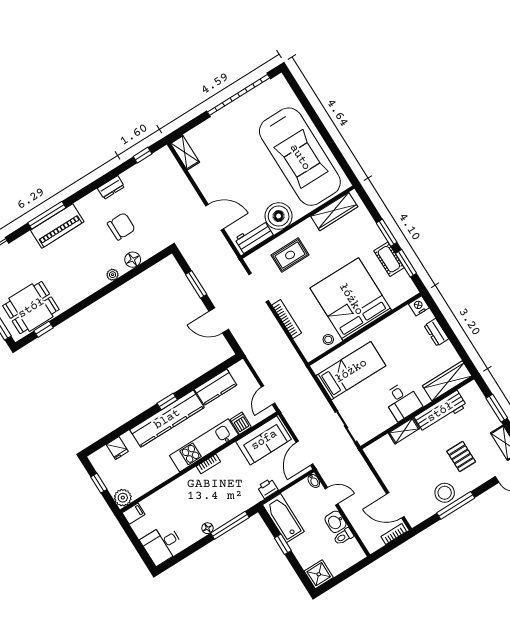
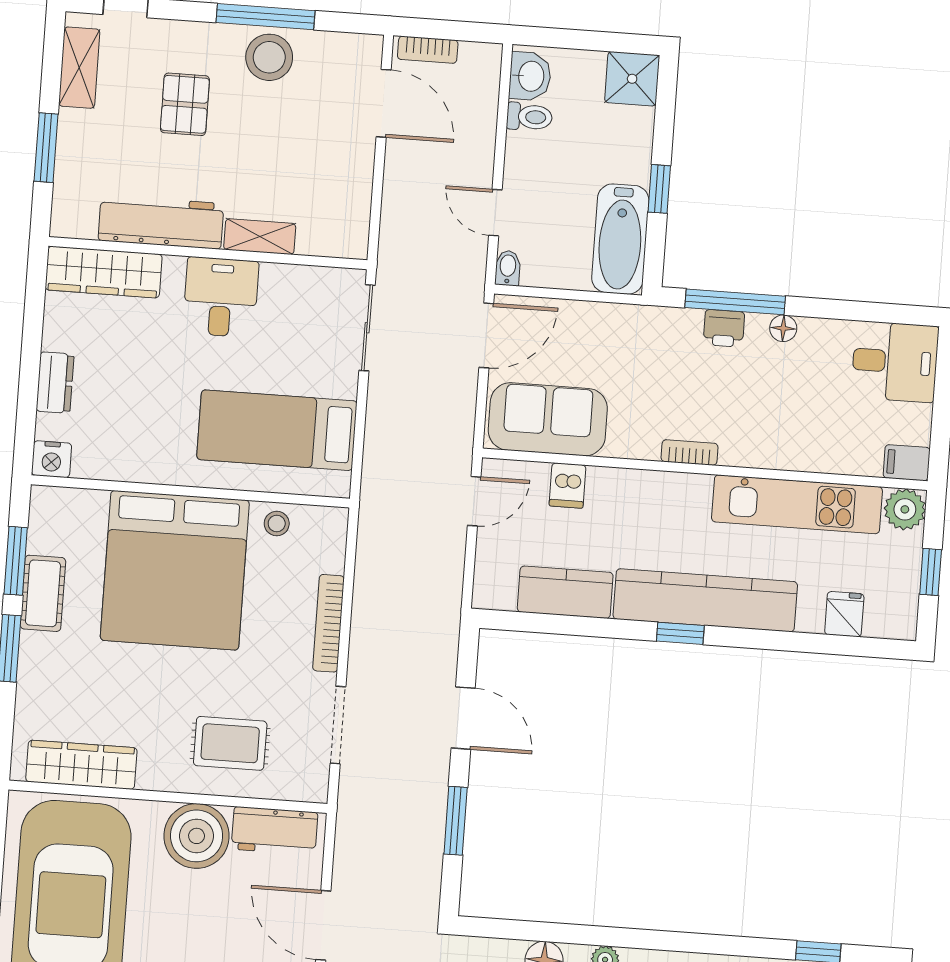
kitchen unit: (204, 445) -> (797, 504), moved
printer: (268, 488) -> (724, 328), moved
washbasin: (335, 522) -> (530, 76), moved

